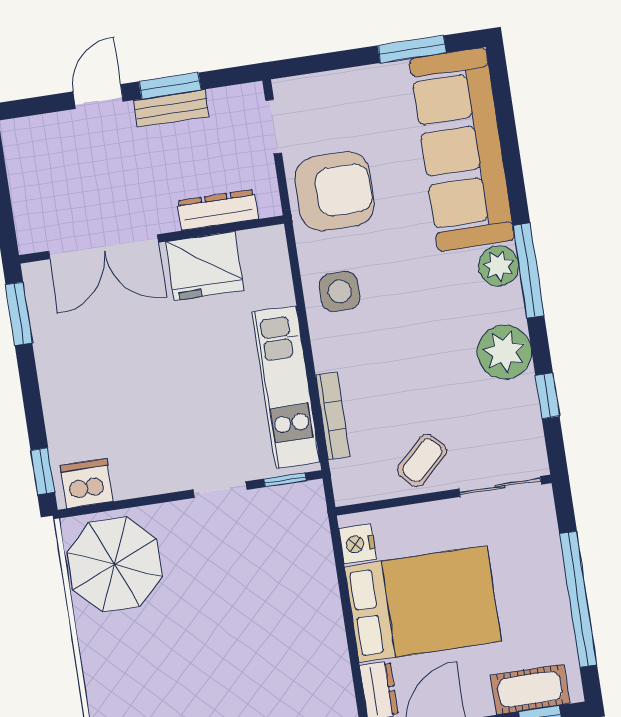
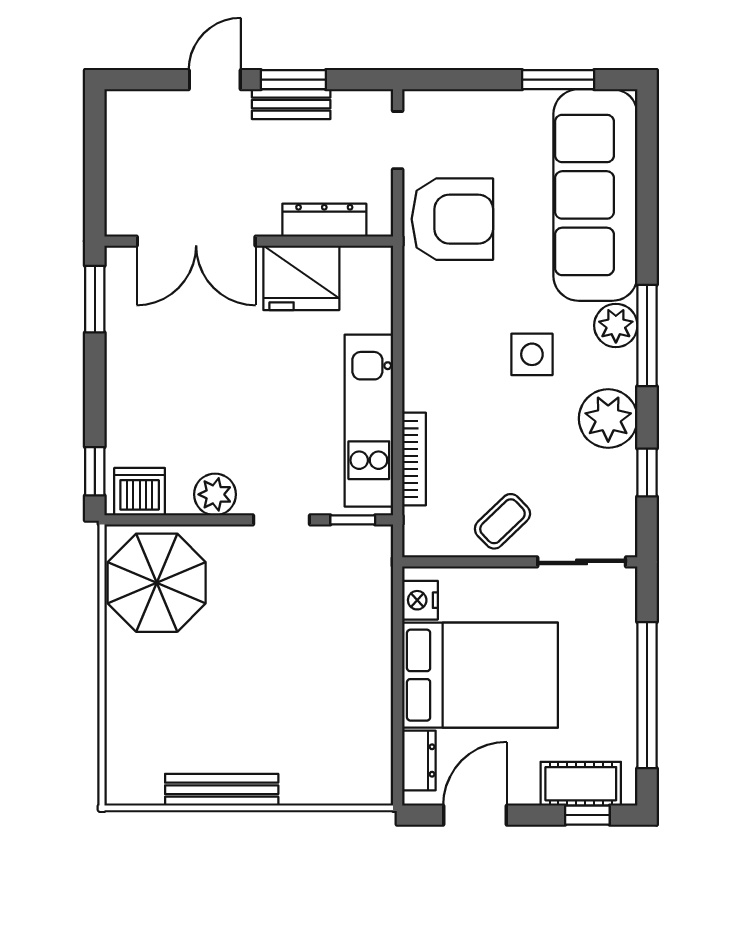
side table: (340, 291) -> (532, 354), moved
plant: (156, 476) -> (215, 494), added

